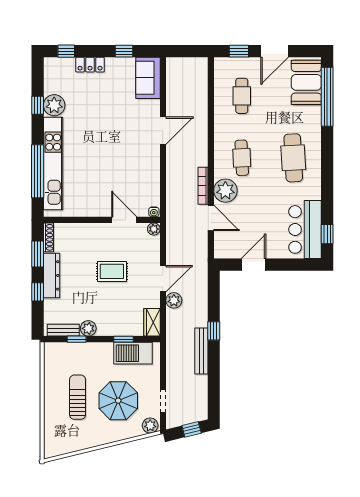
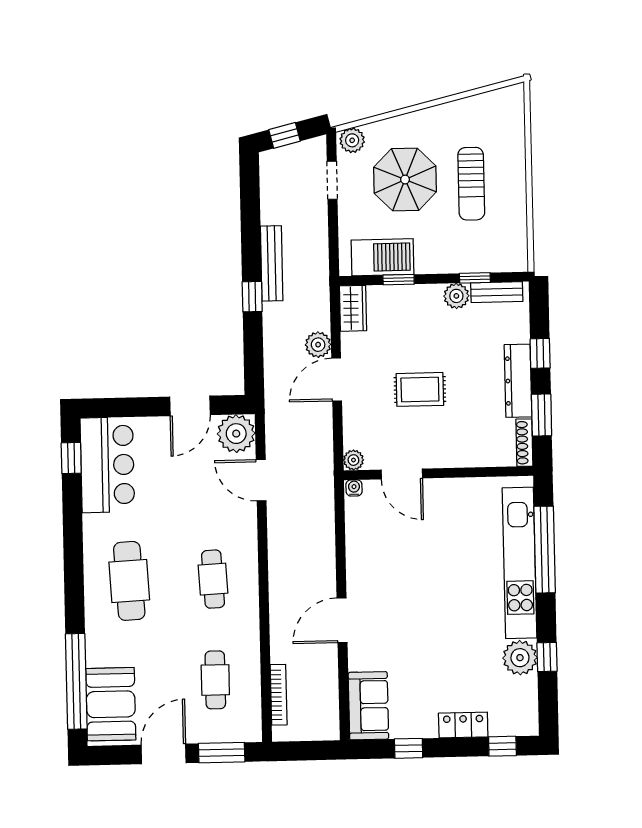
window: (239, 51) -> (222, 753), width x1.50
bookcase: (203, 186) -> (279, 695), moved
plant: (225, 191) -> (236, 434), moved

